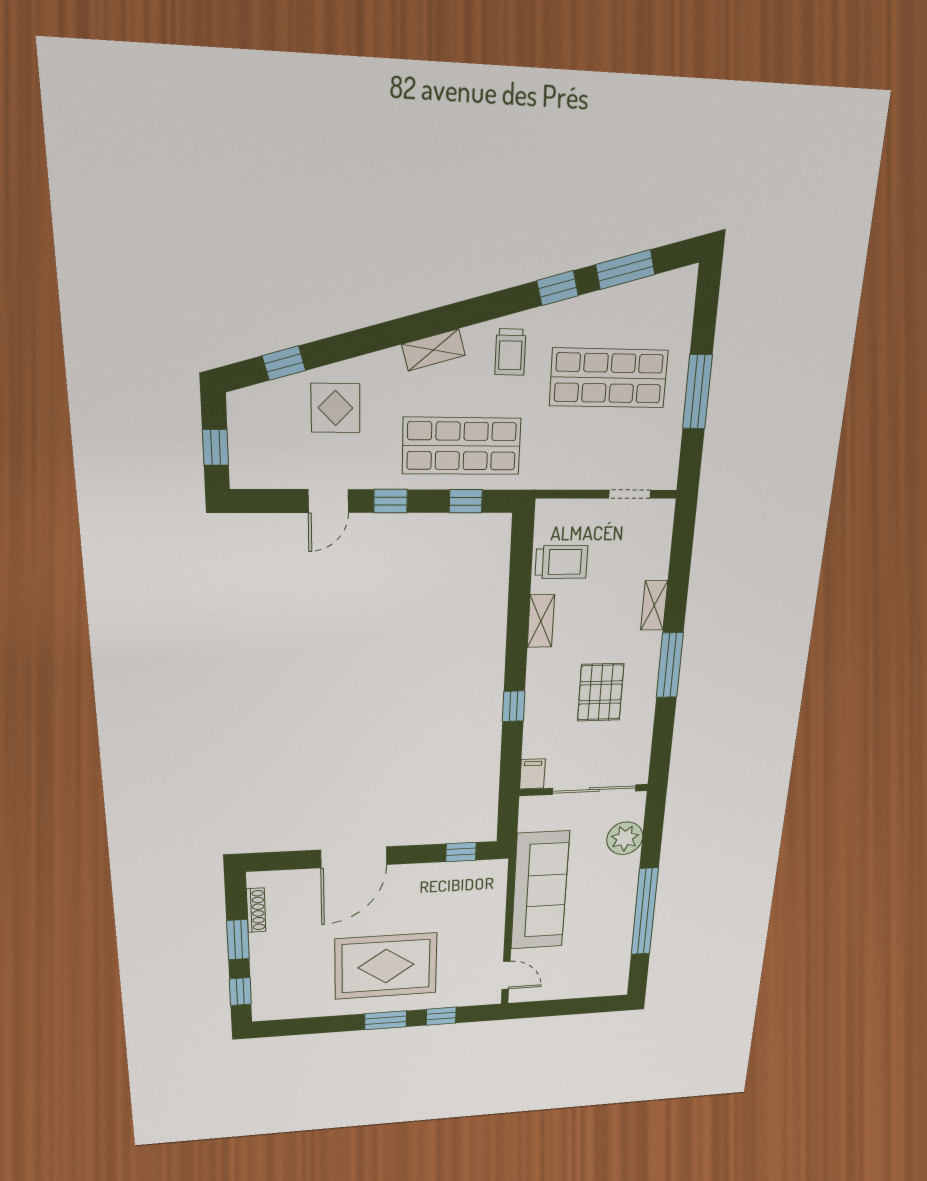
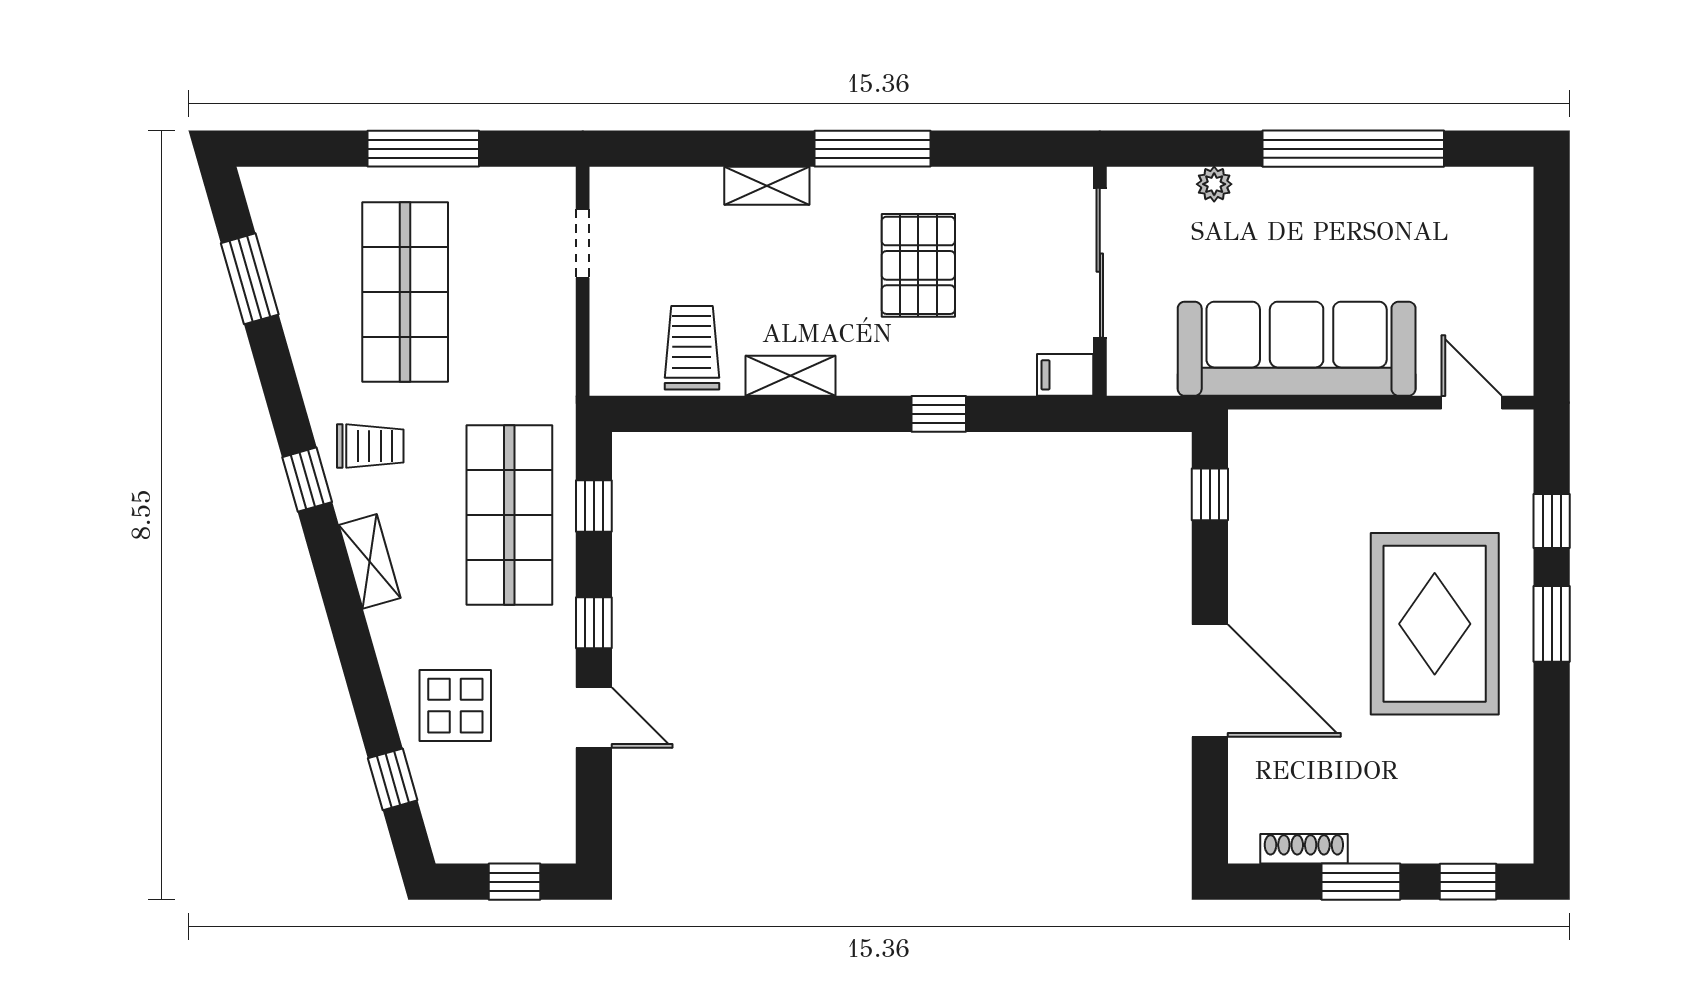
window: (558, 288) -> (307, 480), moved
pallet: (601, 692) -> (918, 265), turned 90
plant: (625, 838) -> (1214, 184), width x0.53, depth x0.53
door: (506, 975) -> (1472, 403), hinge flipped

